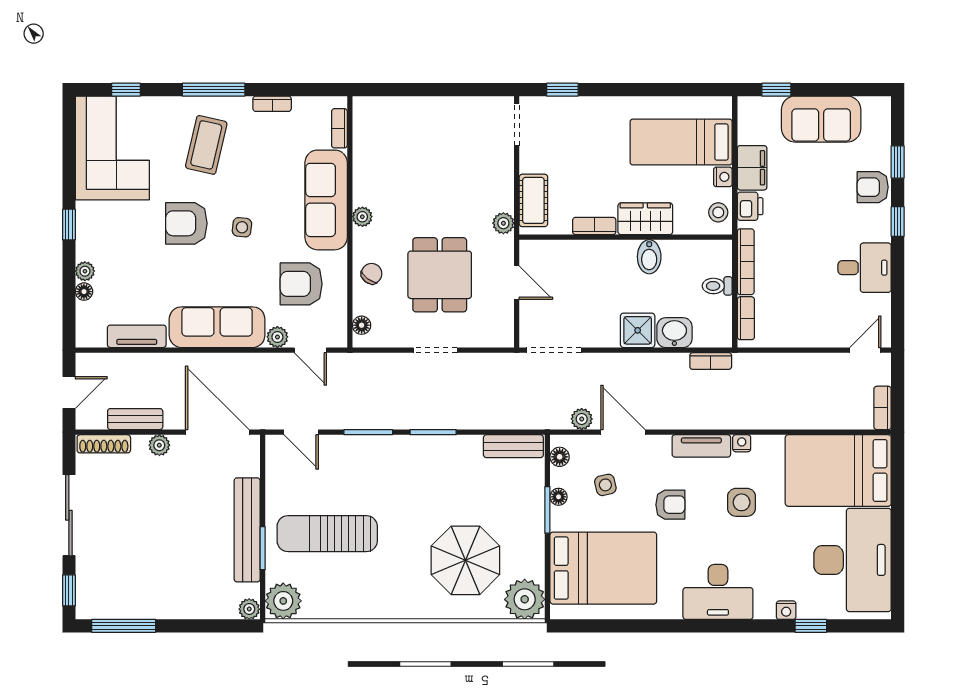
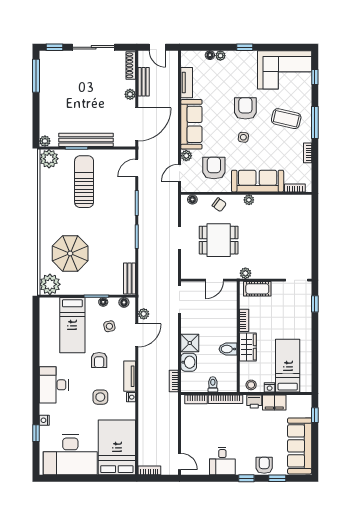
sofa: (821, 119) -> (300, 446), width x1.36
bed: (603, 568) -> (72, 325), width x0.67

